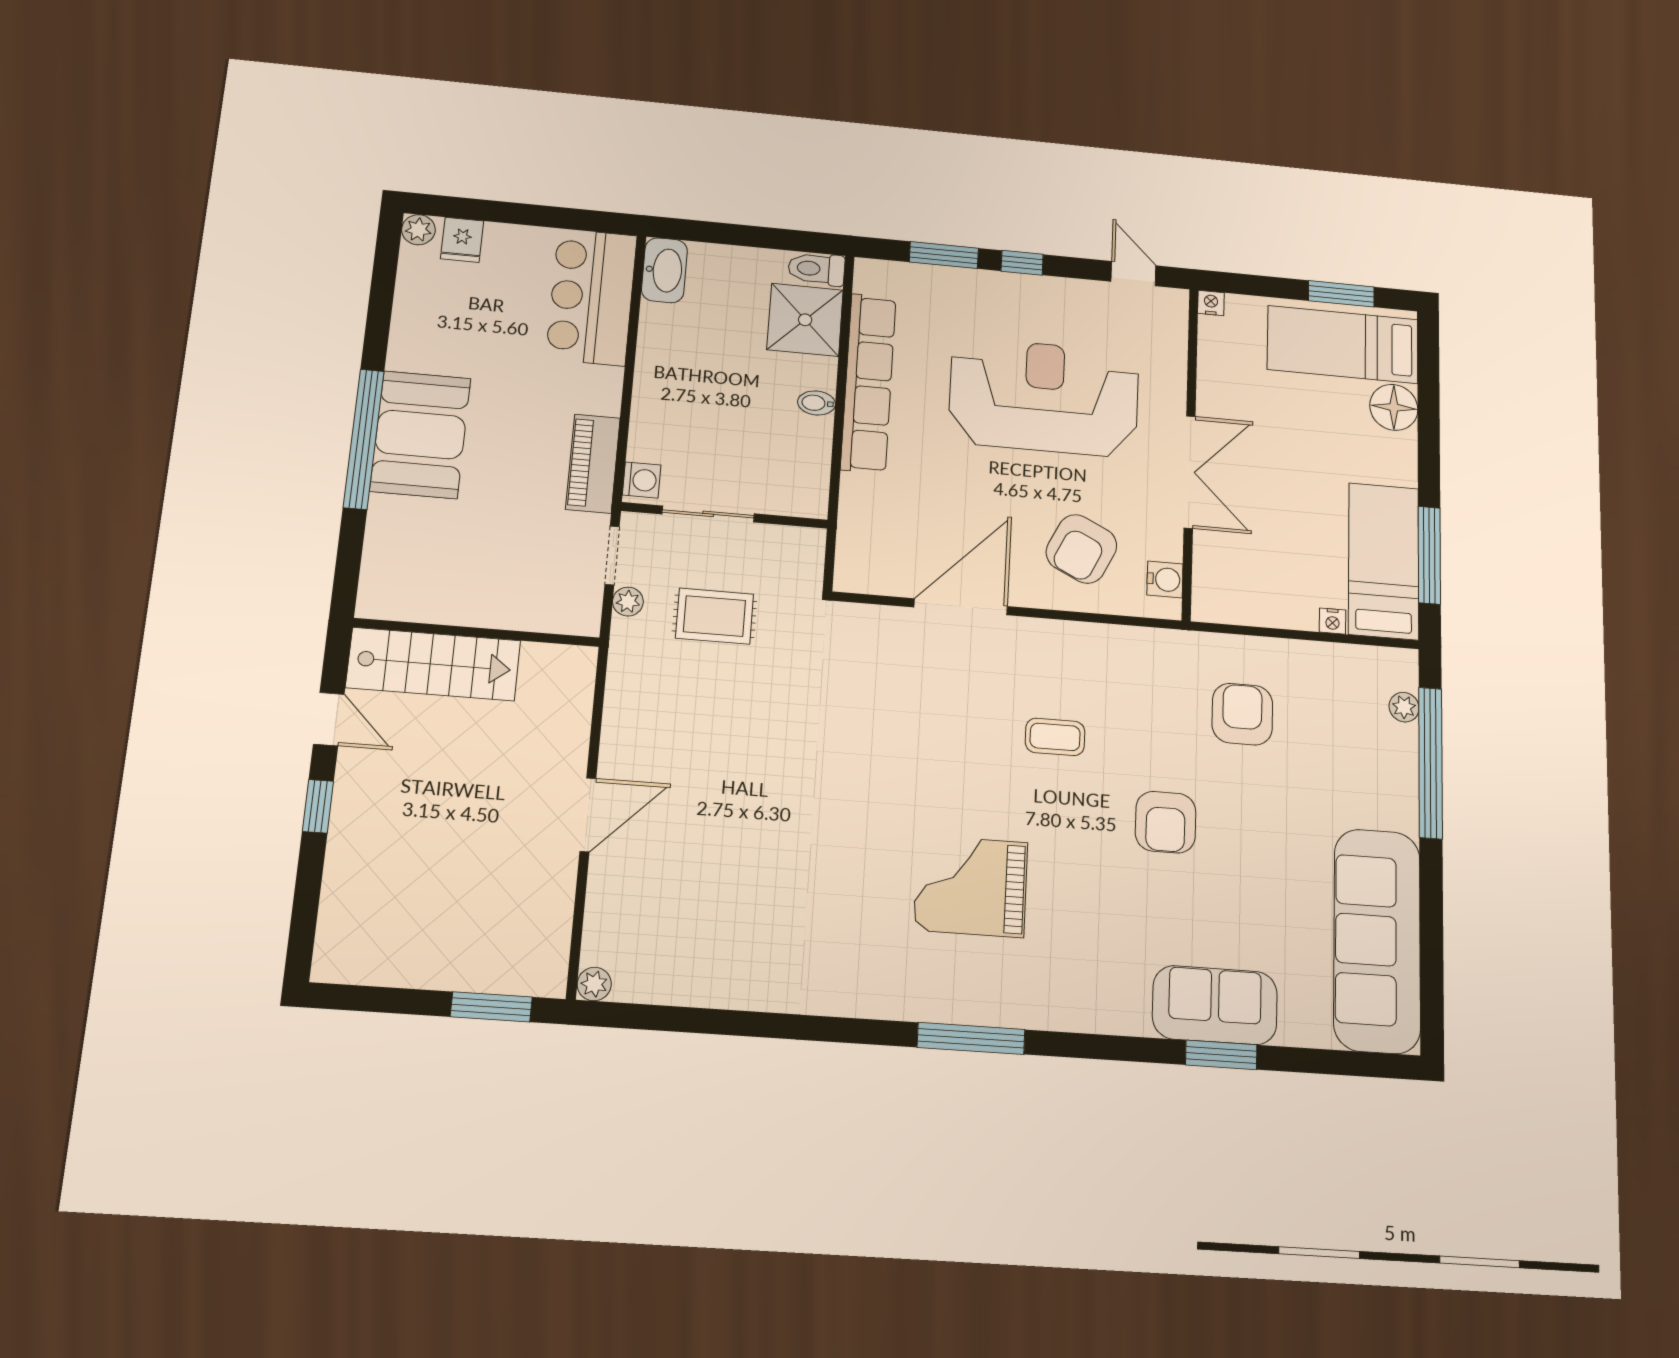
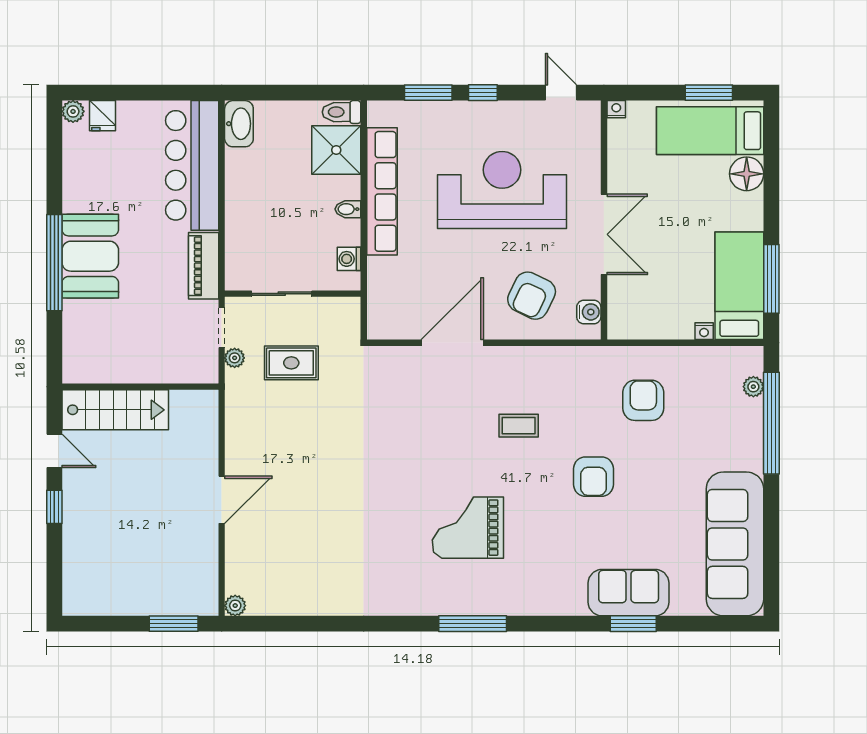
bar counter: (592, 297) -> (192, 165), width x1.36
washing machine: (642, 480) -> (349, 259), moved, turned 180

